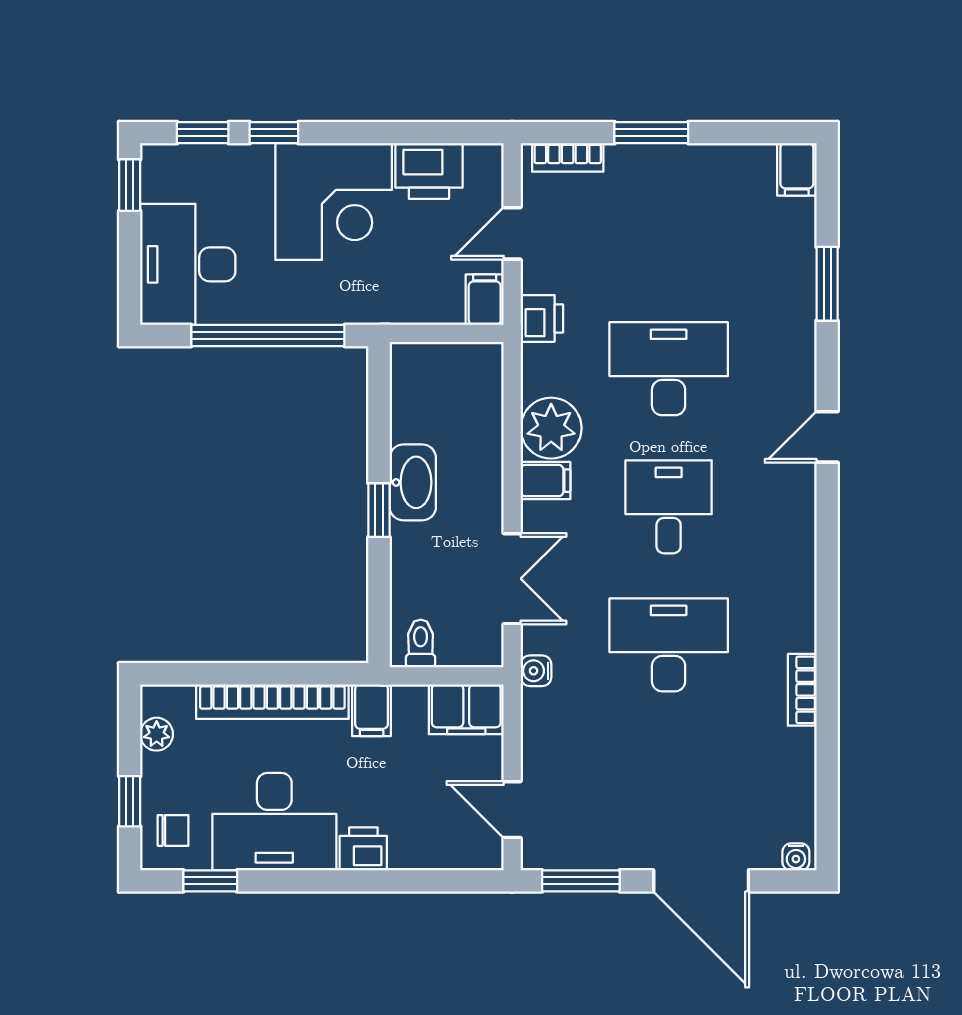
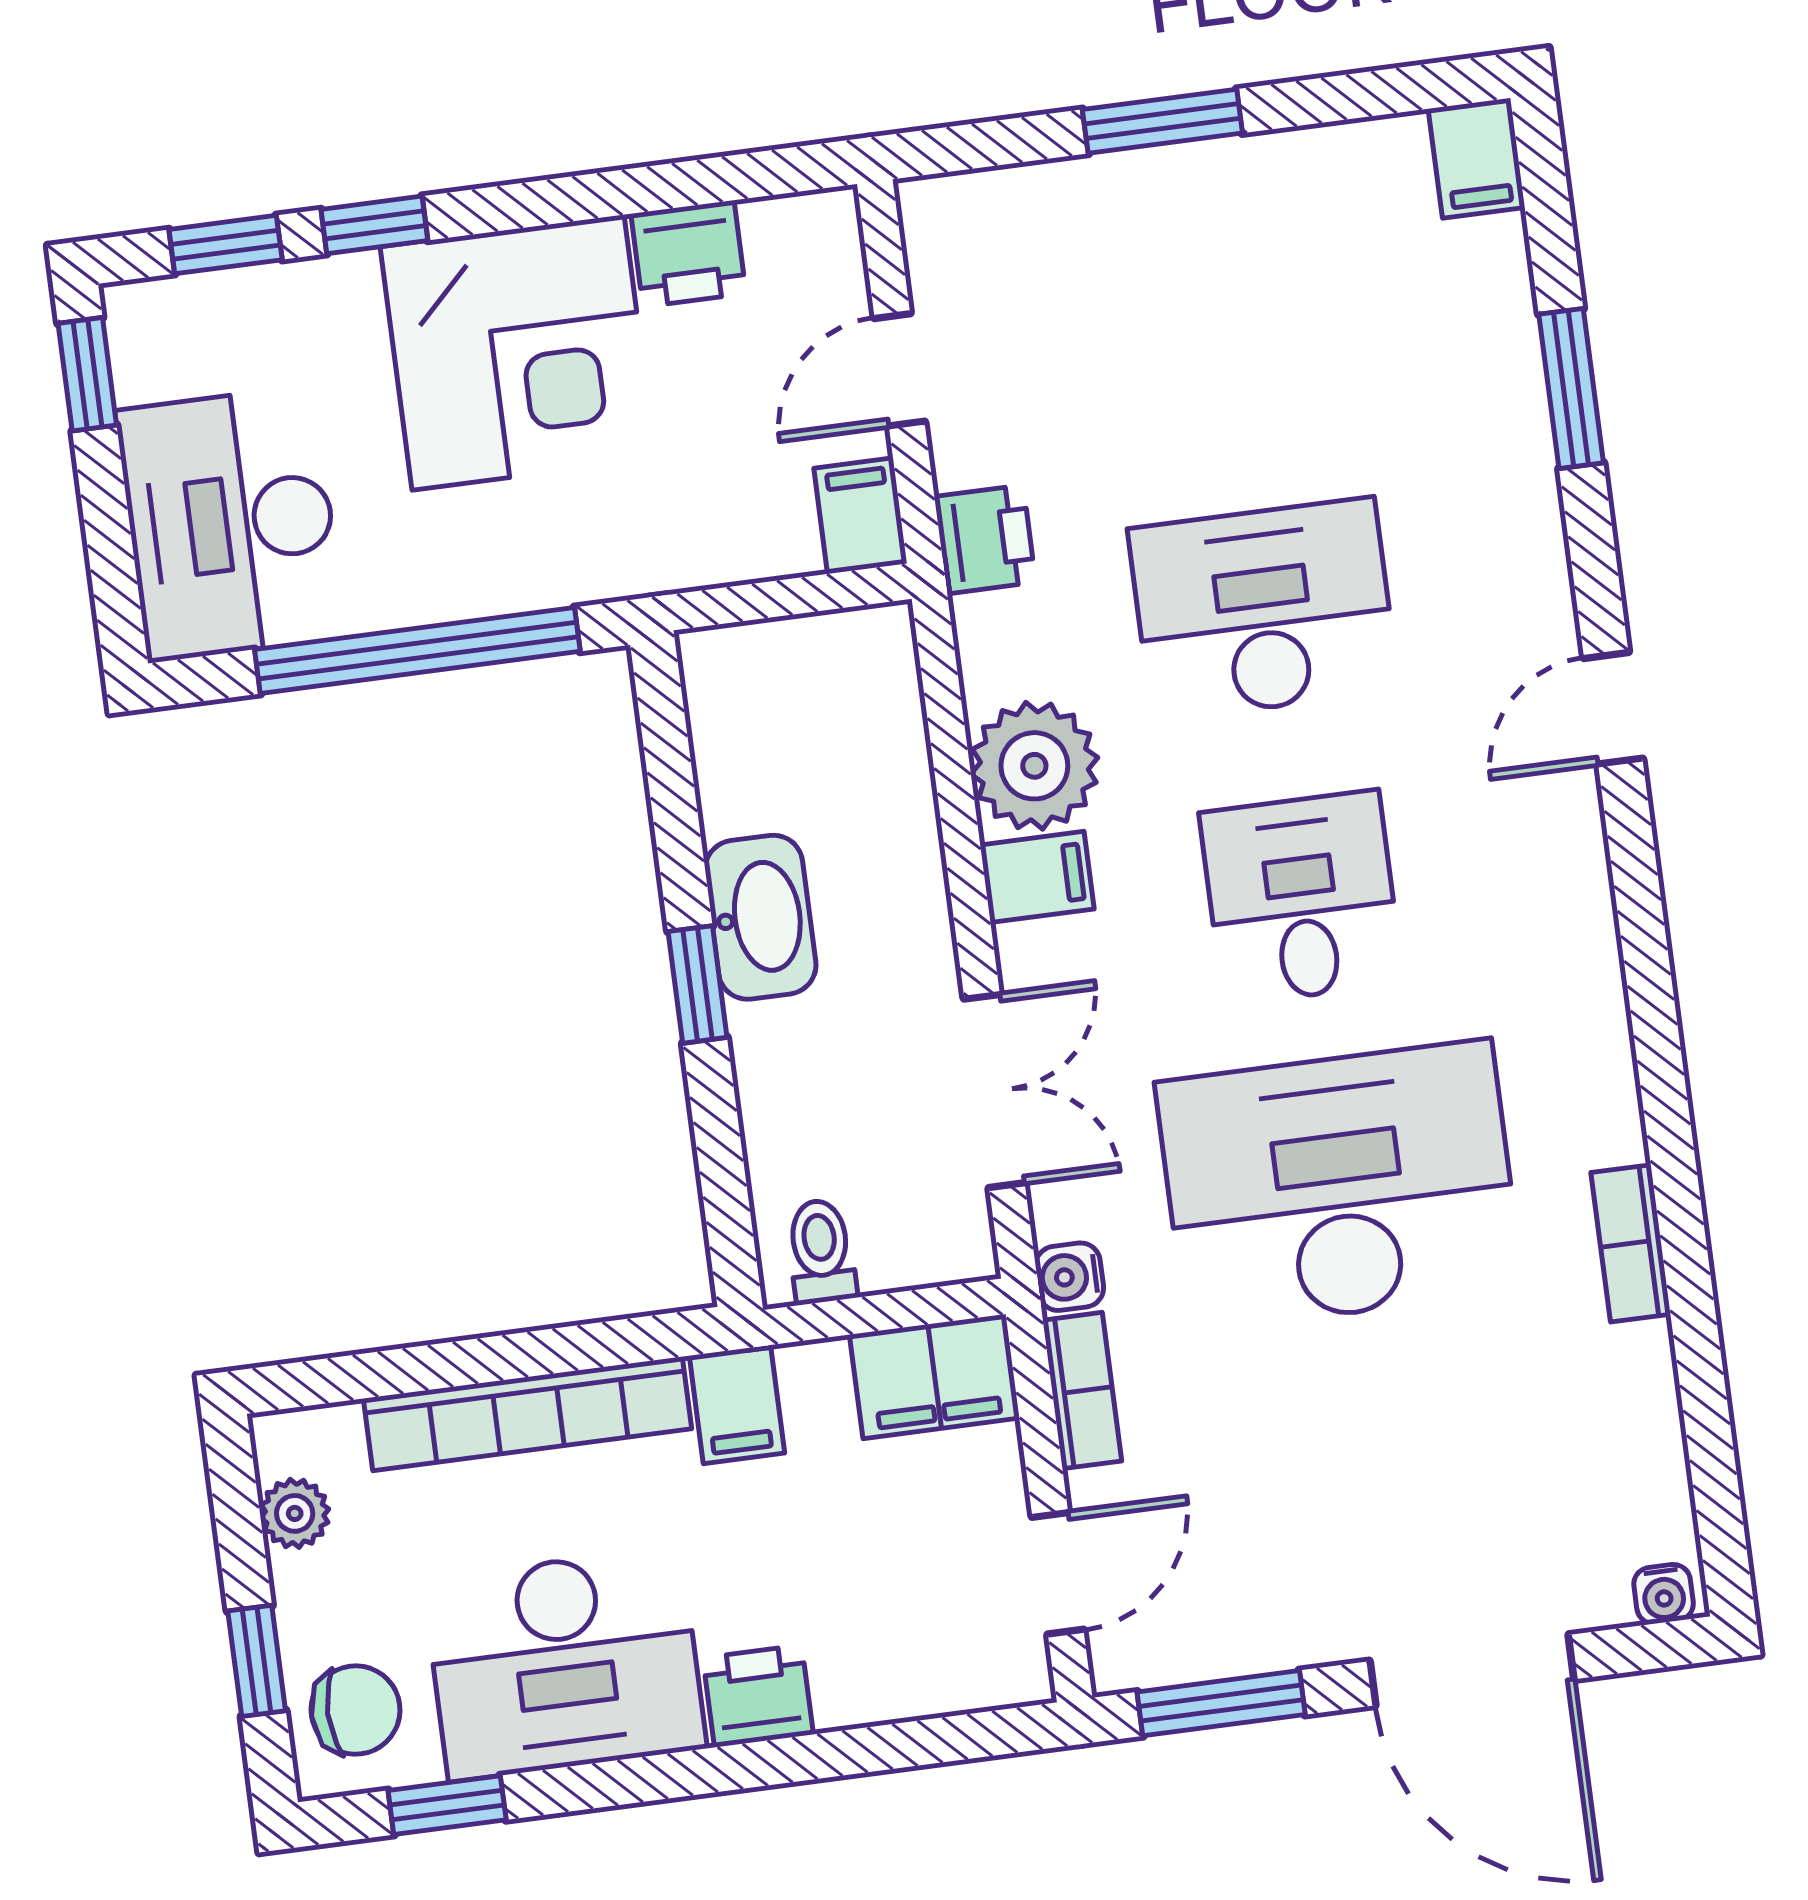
bookcase: (568, 157) -> (1082, 1391), moved, turned -90
printer: (429, 171) -> (688, 254), width x0.73, depth x0.81
desk: (669, 645) -> (1339, 1186), width x1.36, depth x1.30
door: (512, 810) -> (1058, 1573), swing flipped
chair: (173, 830) -> (356, 1710), width x1.37, depth x1.37

